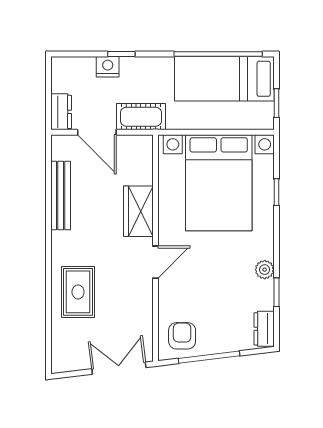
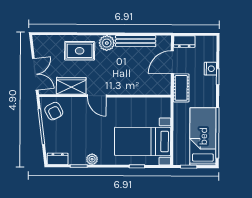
bed with nightstands: (219, 183) -> (143, 141), width x0.73
wardrobe: (138, 211) -> (71, 86), moved
plant: (64, 245) -> (107, 43), added
armchair: (182, 336) -> (54, 111), turned 62

